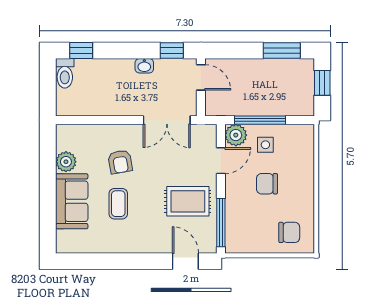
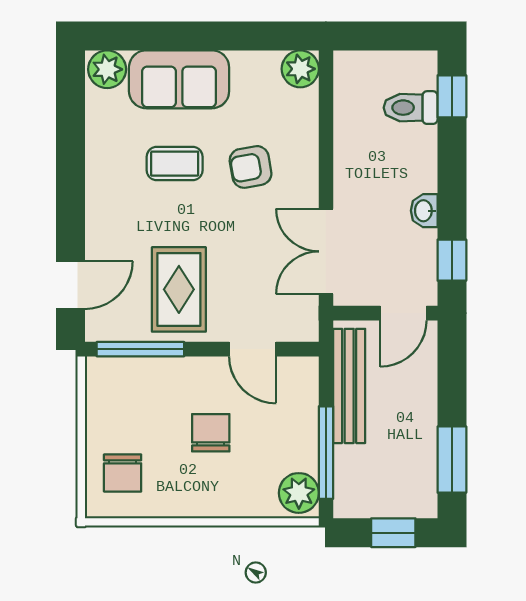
toilet: (65, 73) -> (411, 108), moved
bench: (241, 107) -> (349, 386), added
window: (260, 120) -> (326, 453), moved
plant: (236, 135) -> (299, 493), moved
side table: (265, 145) -> (281, 430), removed
plant: (66, 162) -> (300, 69), moved
plant: (66, 241) -> (107, 69), added

